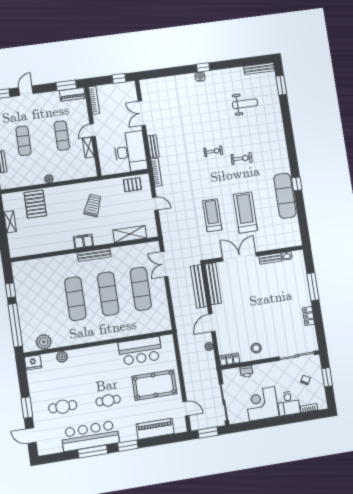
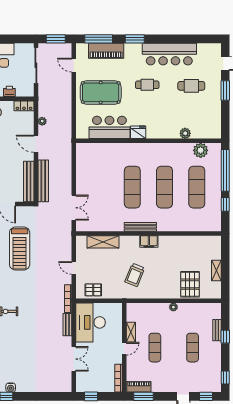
treadmill: (212, 215) -> (20, 248), width x1.37, depth x1.38
exercise mat: (141, 289) -> (197, 187), moved
door: (212, 323) -> (36, 144), swing flipped
fridge: (33, 362) -> (138, 132), moved
window: (93, 452) -> (99, 39), moved

